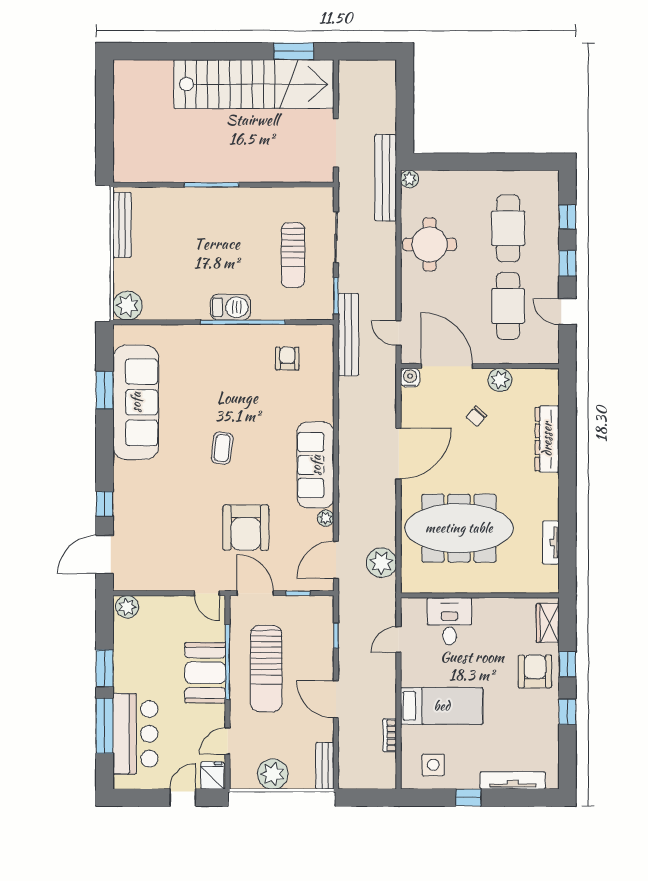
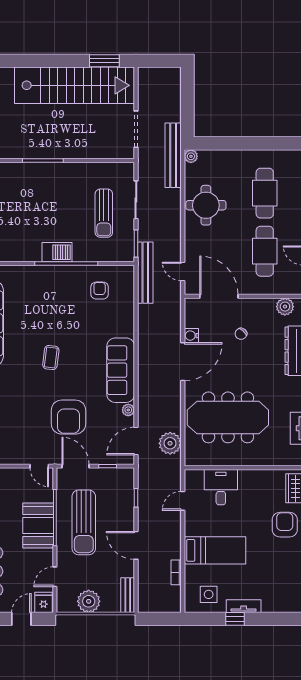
water cooler: (410, 378) -> (191, 336), moved, turned -90
plant: (500, 380) -> (285, 307), moved
tv unit: (513, 780) -> (244, 606), moved, width x0.71

